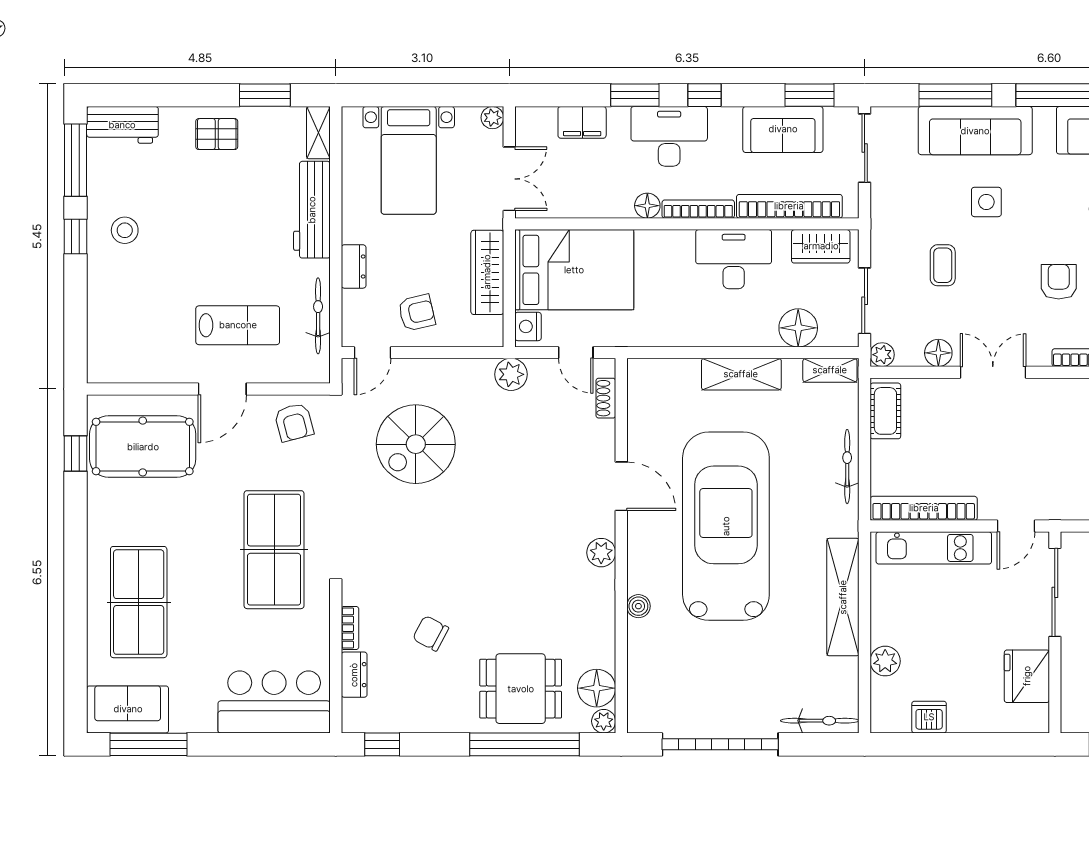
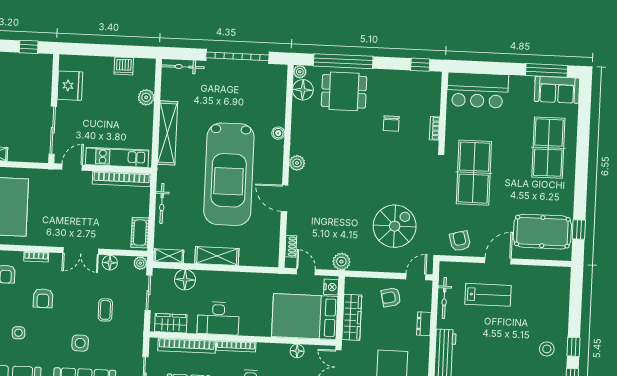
floor lamp: (647, 206) -> (297, 351), moved
lab bench: (238, 325) -> (488, 295), turned 180
chair: (431, 633) -> (391, 124), turned 62
dresser: (354, 675) -> (434, 103), removed

